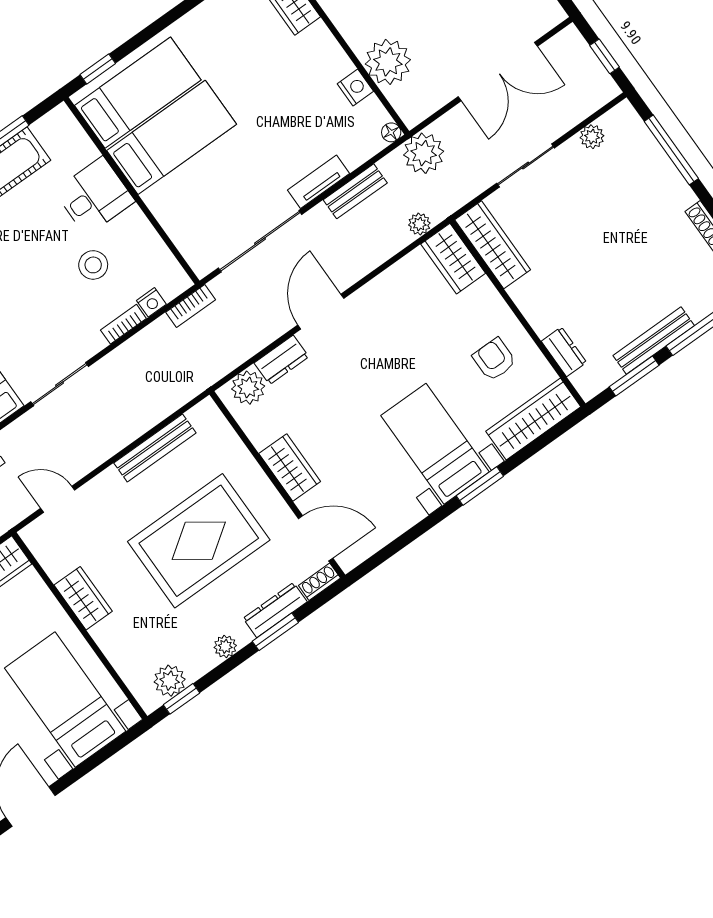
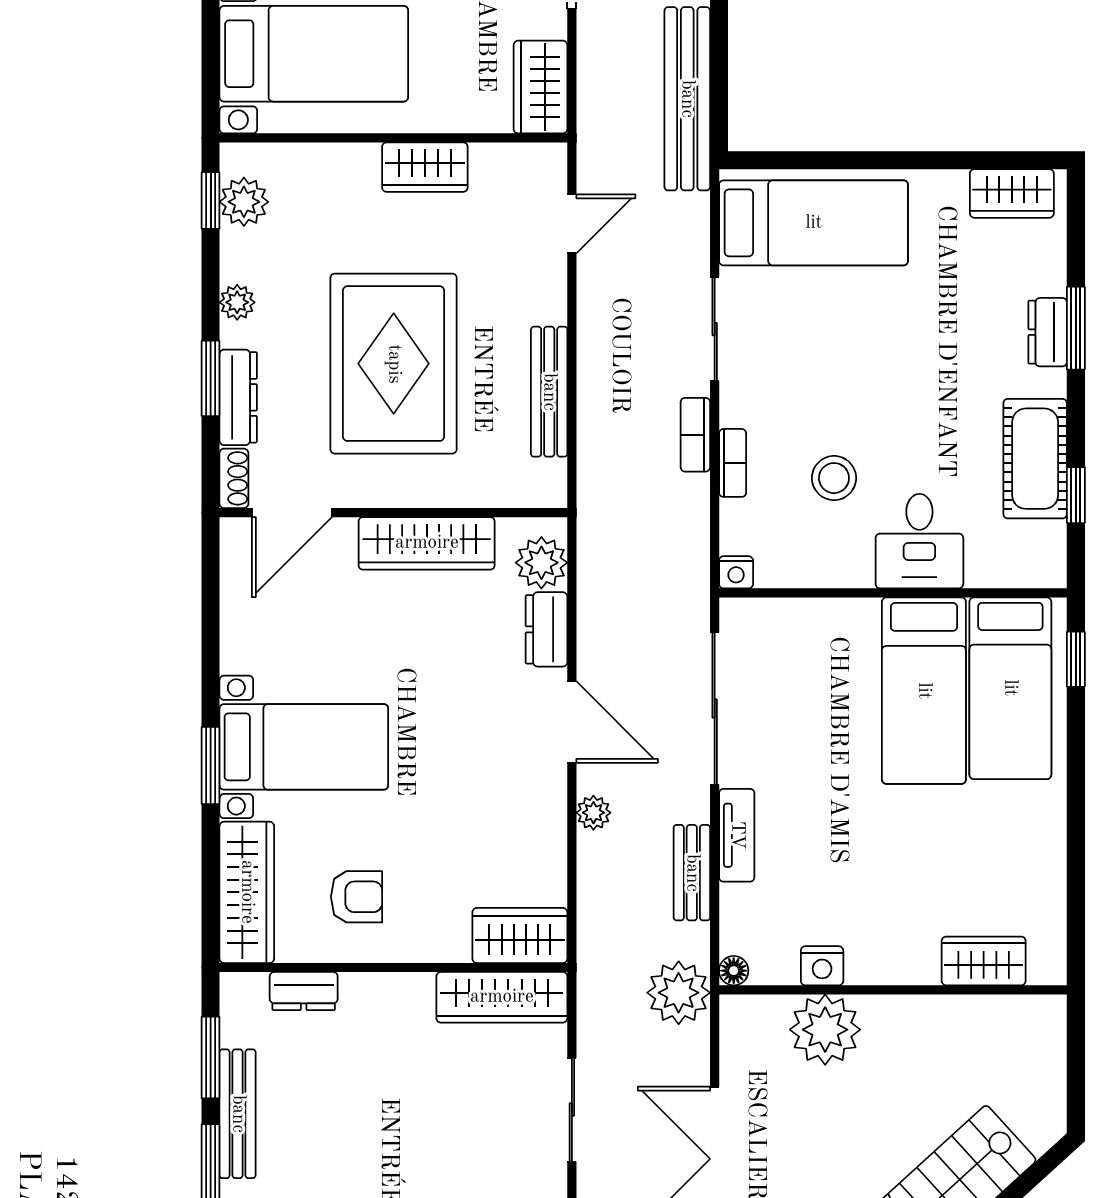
plant: (419, 224) -> (593, 813), moved
nightstand: (151, 302) -> (736, 572), moved, turned -90
bookcase: (191, 306) -> (695, 435), moved
wardrobe: (290, 468) -> (427, 543), width x1.50

